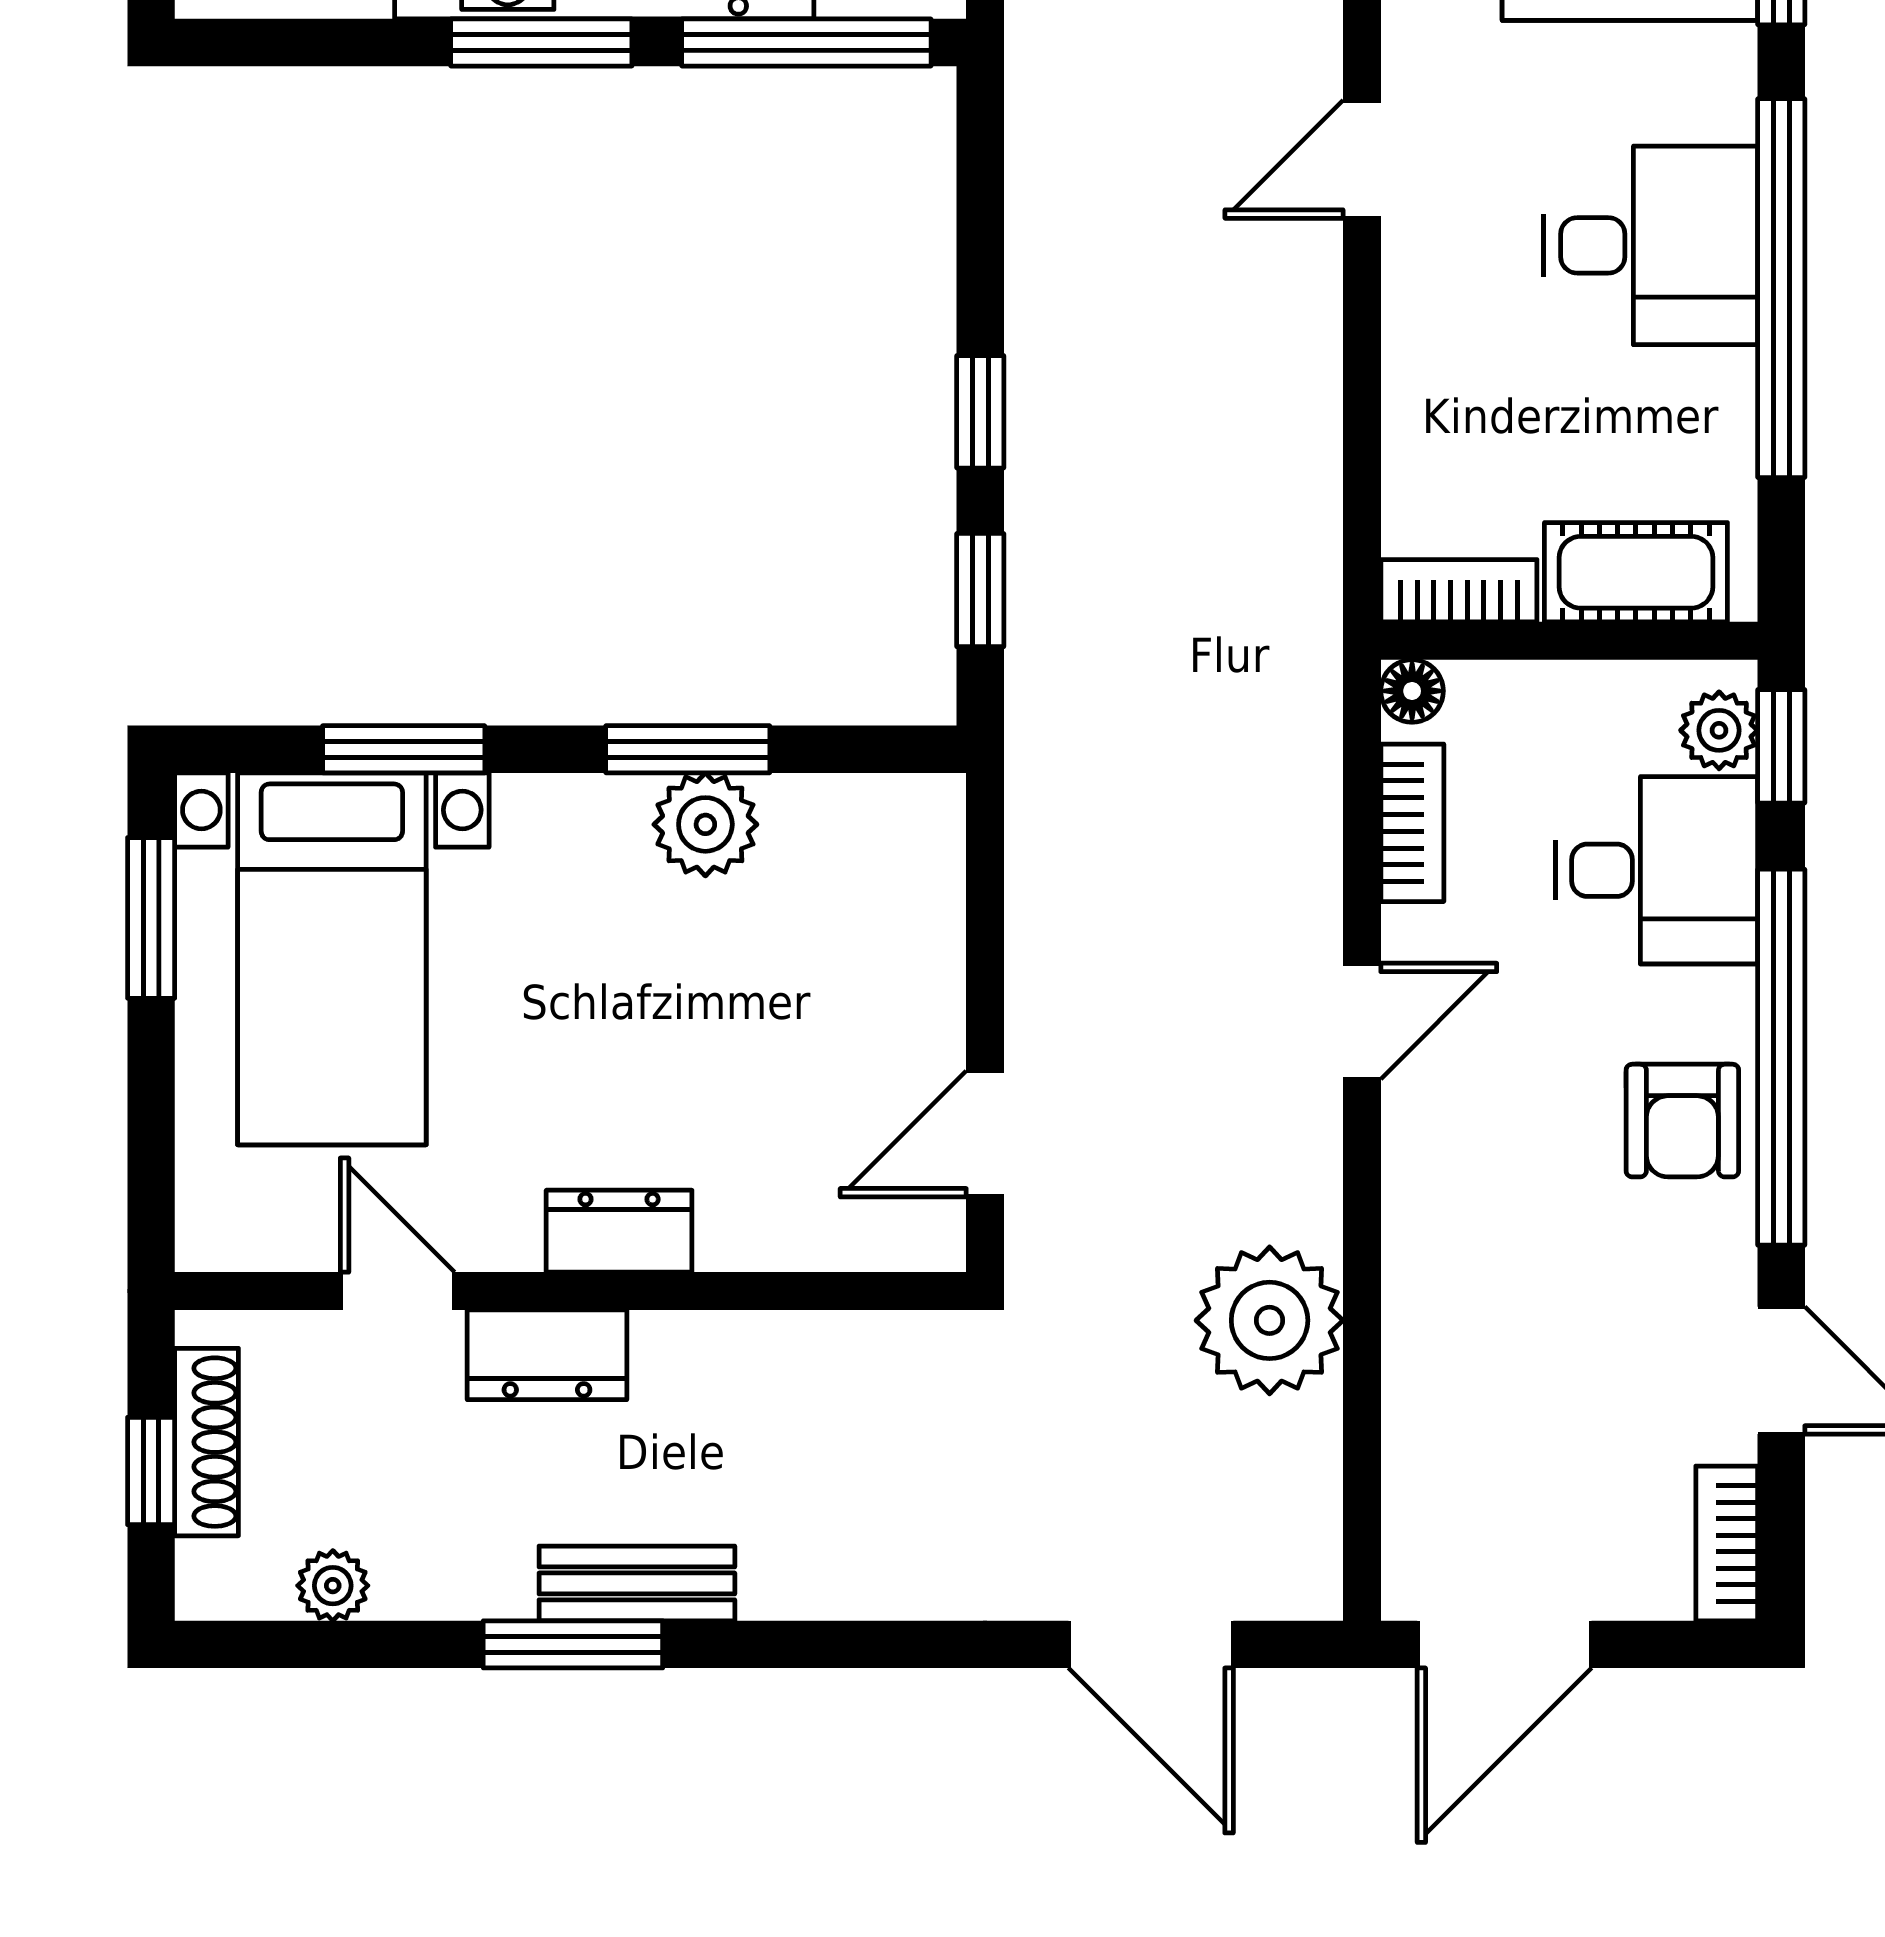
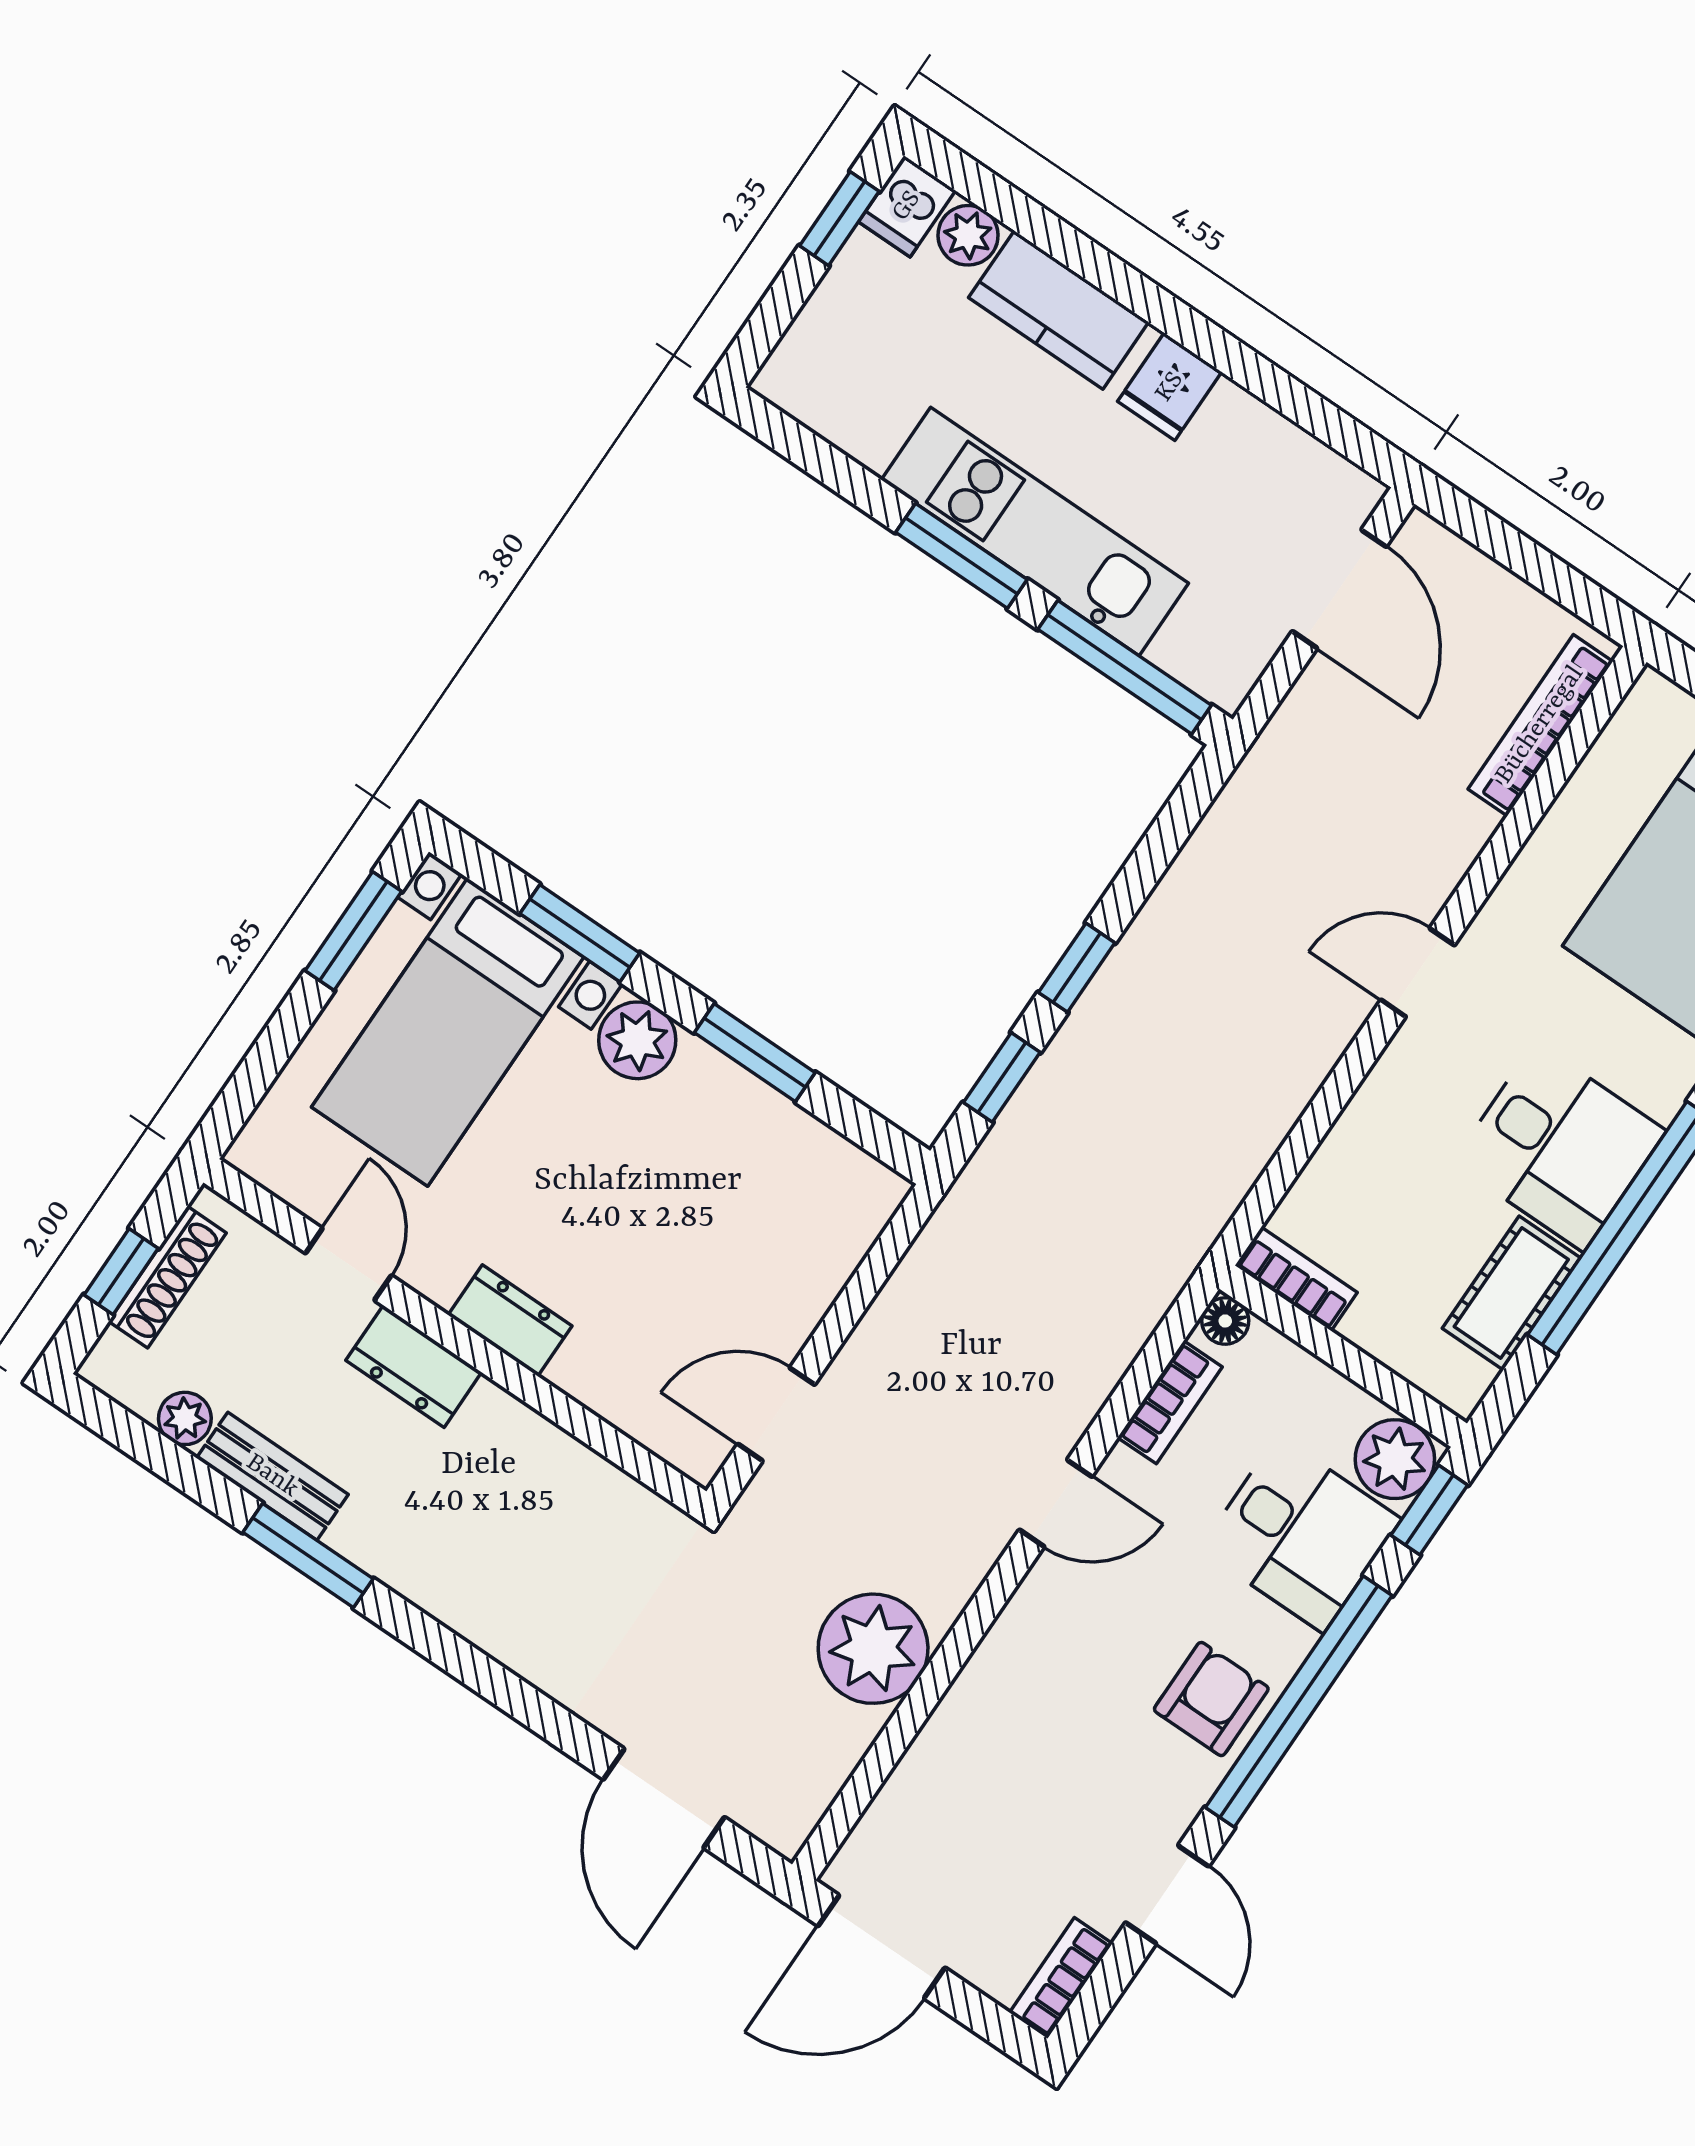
cot: (1636, 572) -> (1511, 1293), moved, turned 90
plant: (1719, 730) -> (1395, 1459), width x1.38, depth x1.38
plant: (705, 824) -> (637, 1040), moved
armchair: (1682, 1121) -> (1211, 1699), turned 180
bench: (637, 1583) -> (272, 1476), moved

